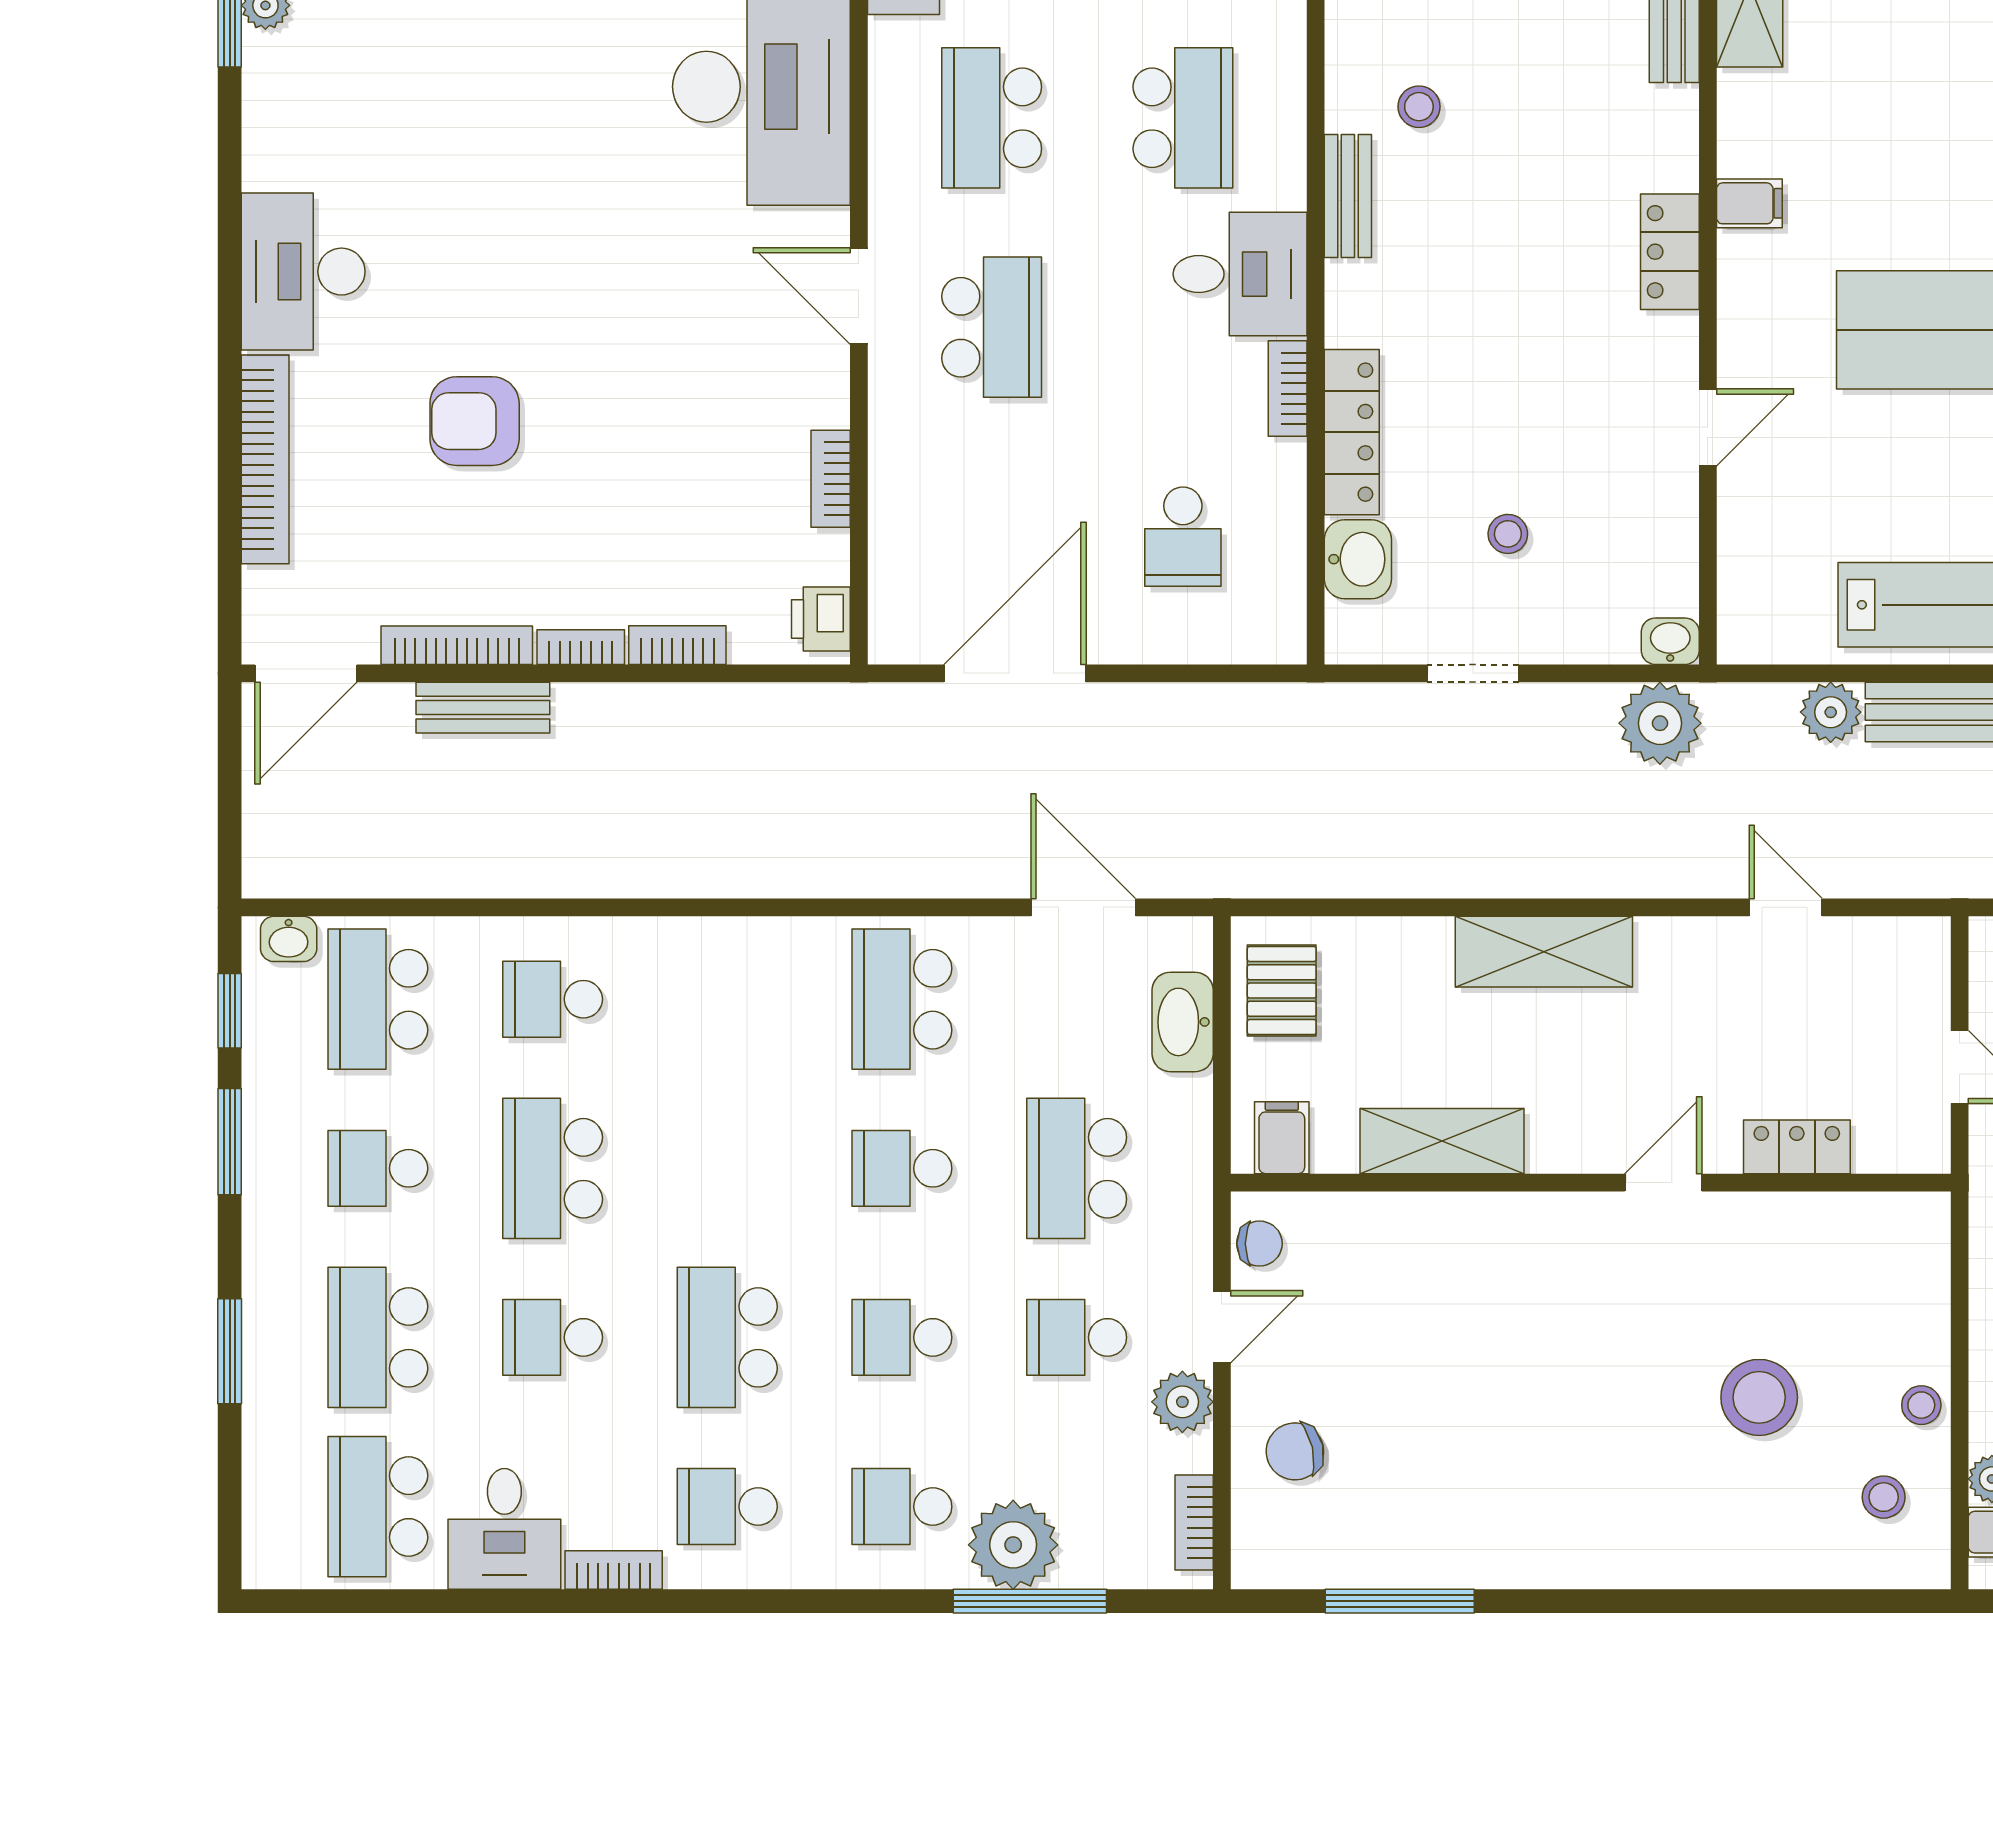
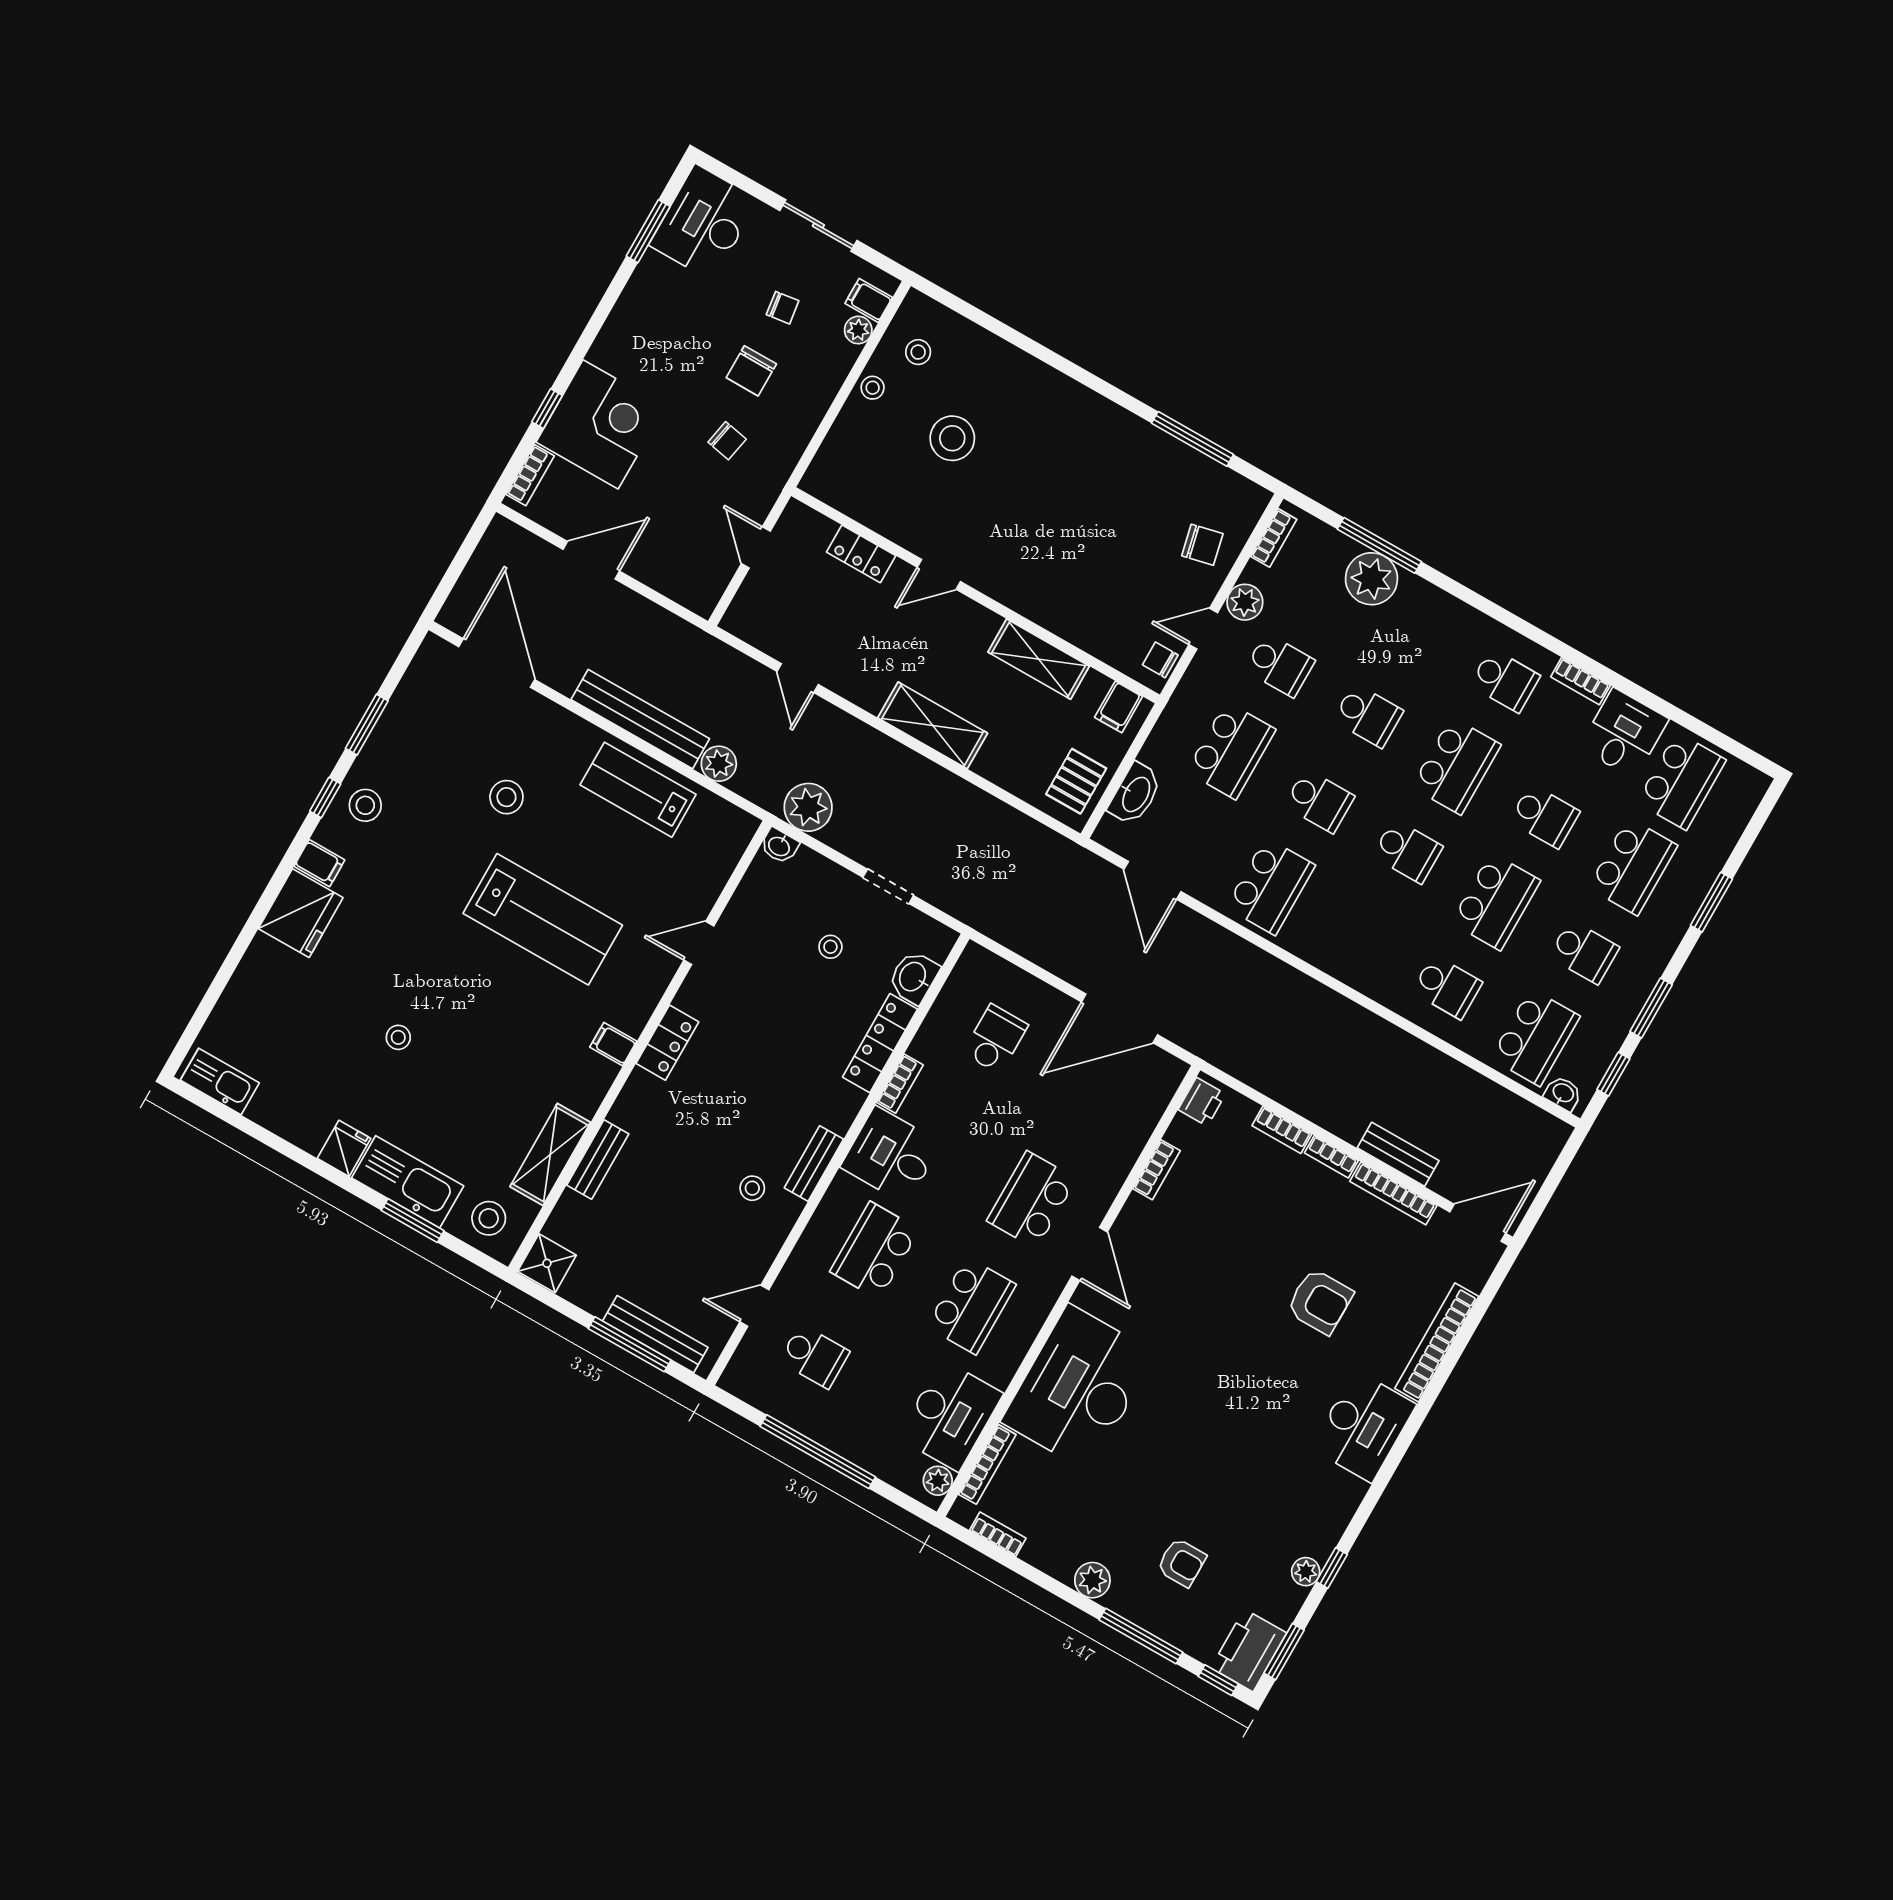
school desk: (902, 1507) -> (1407, 851), moved

